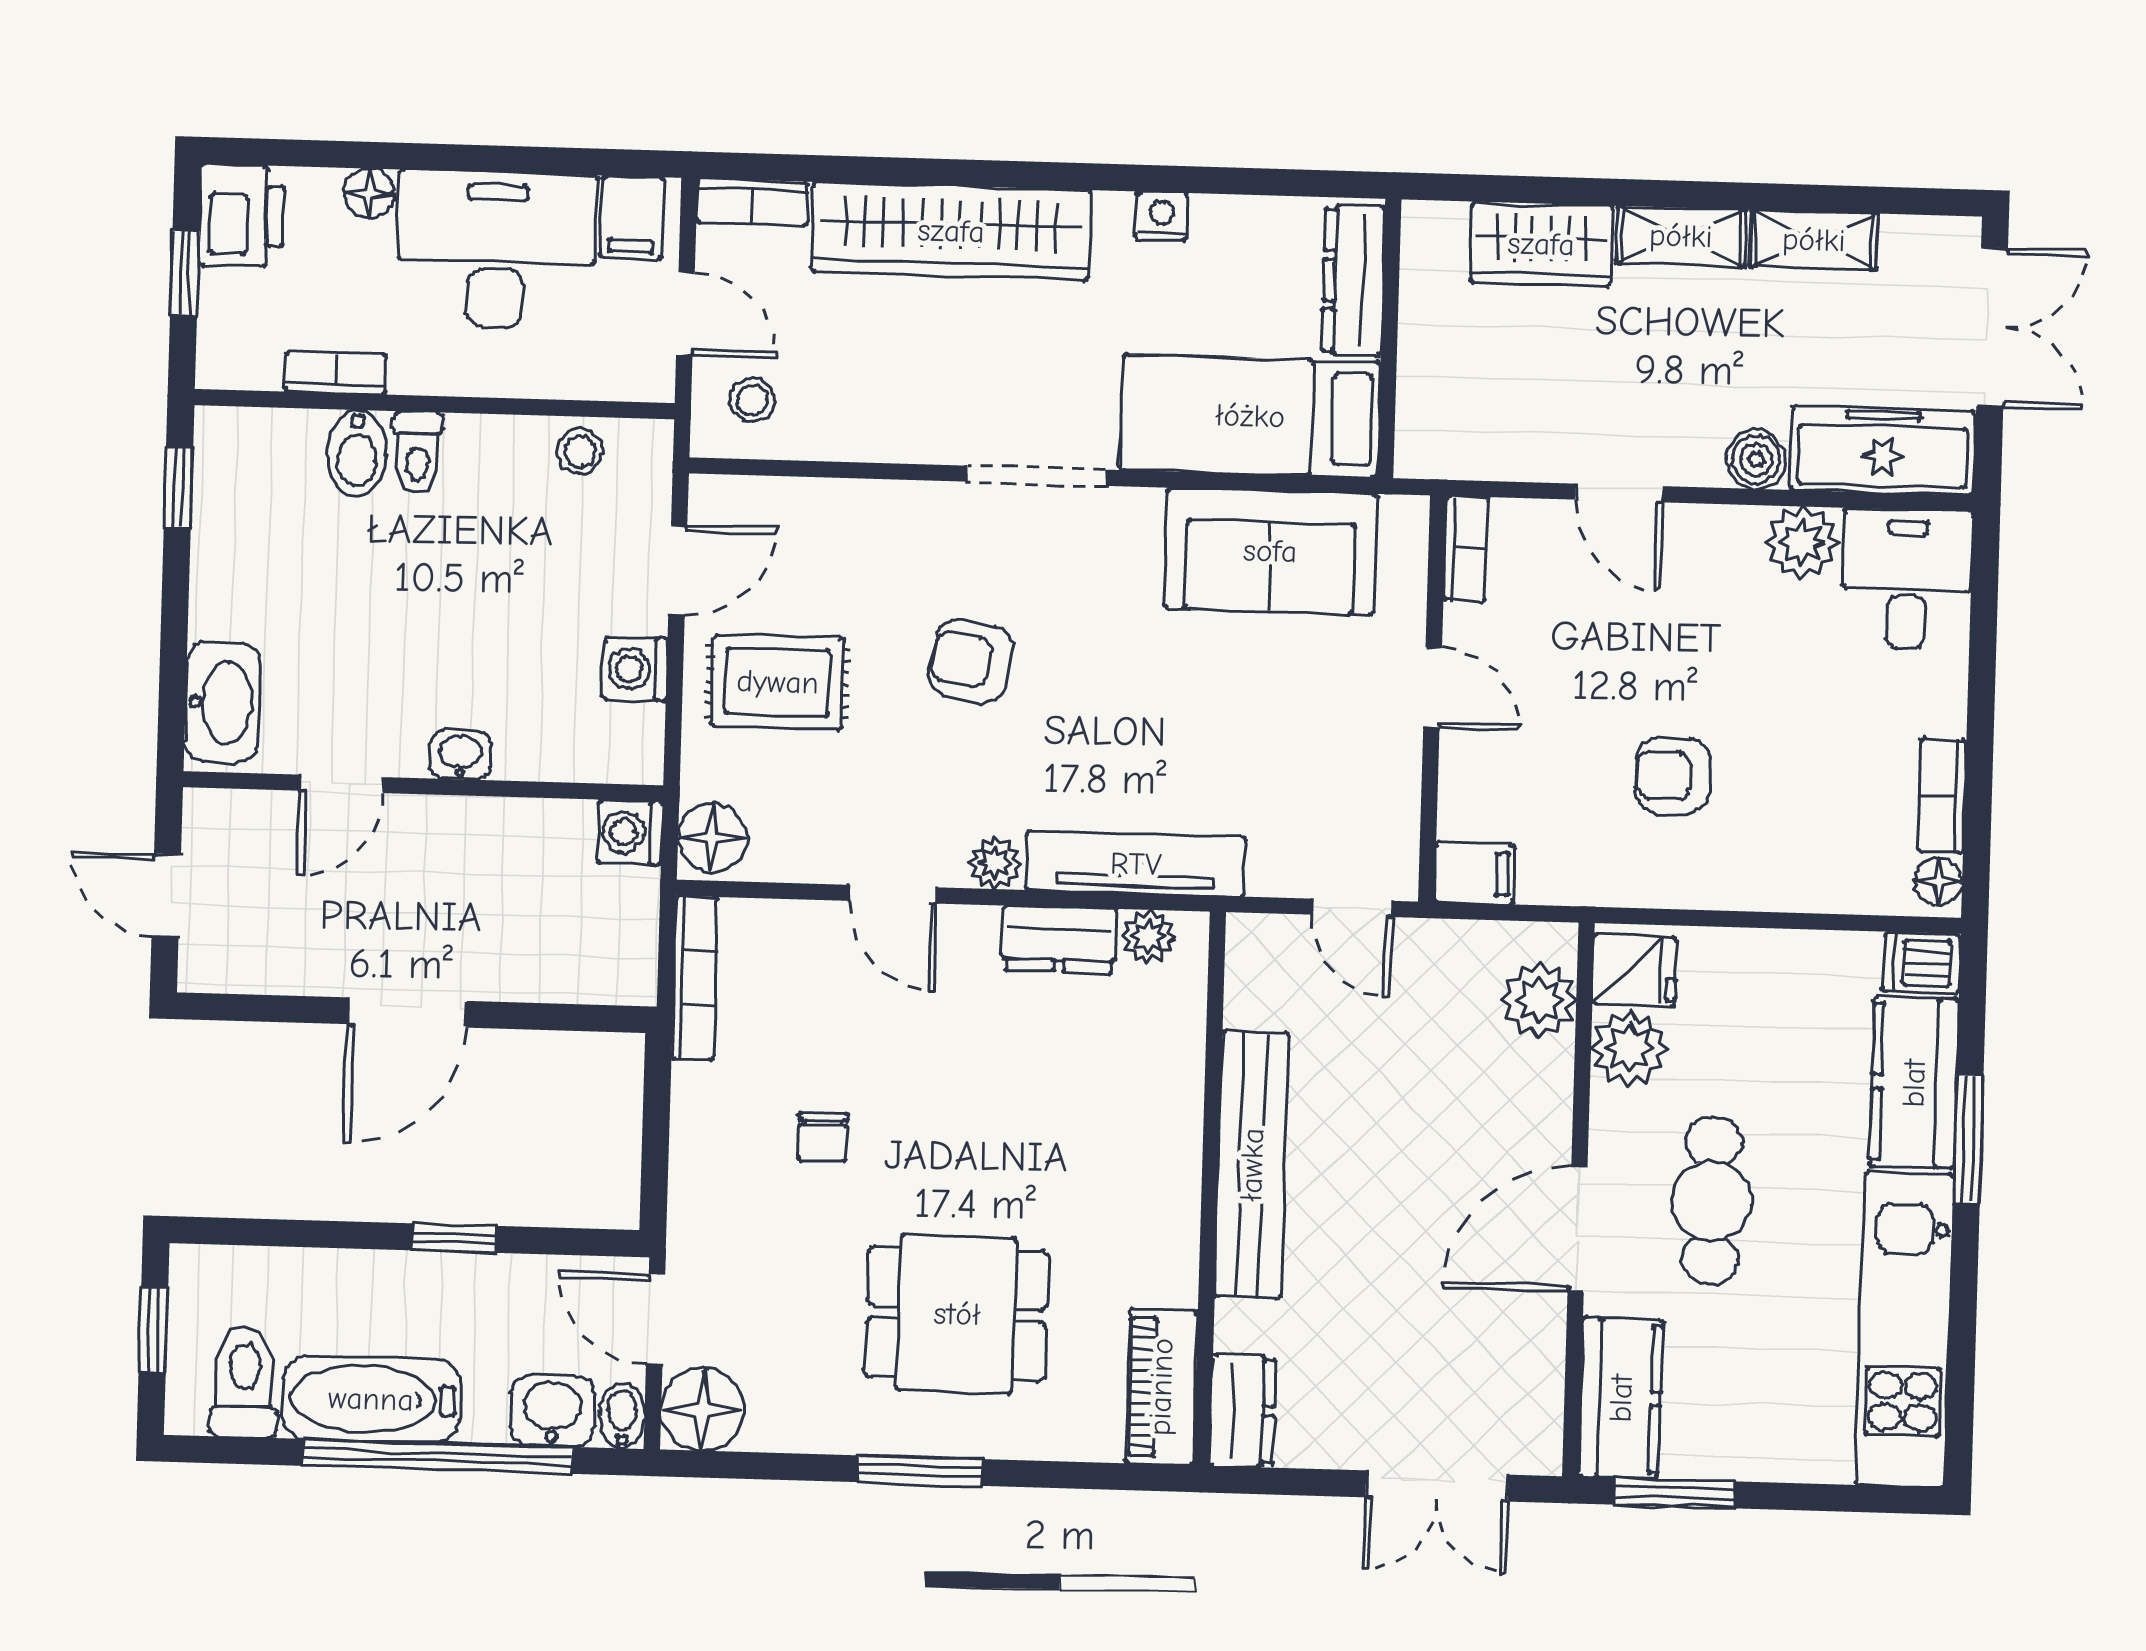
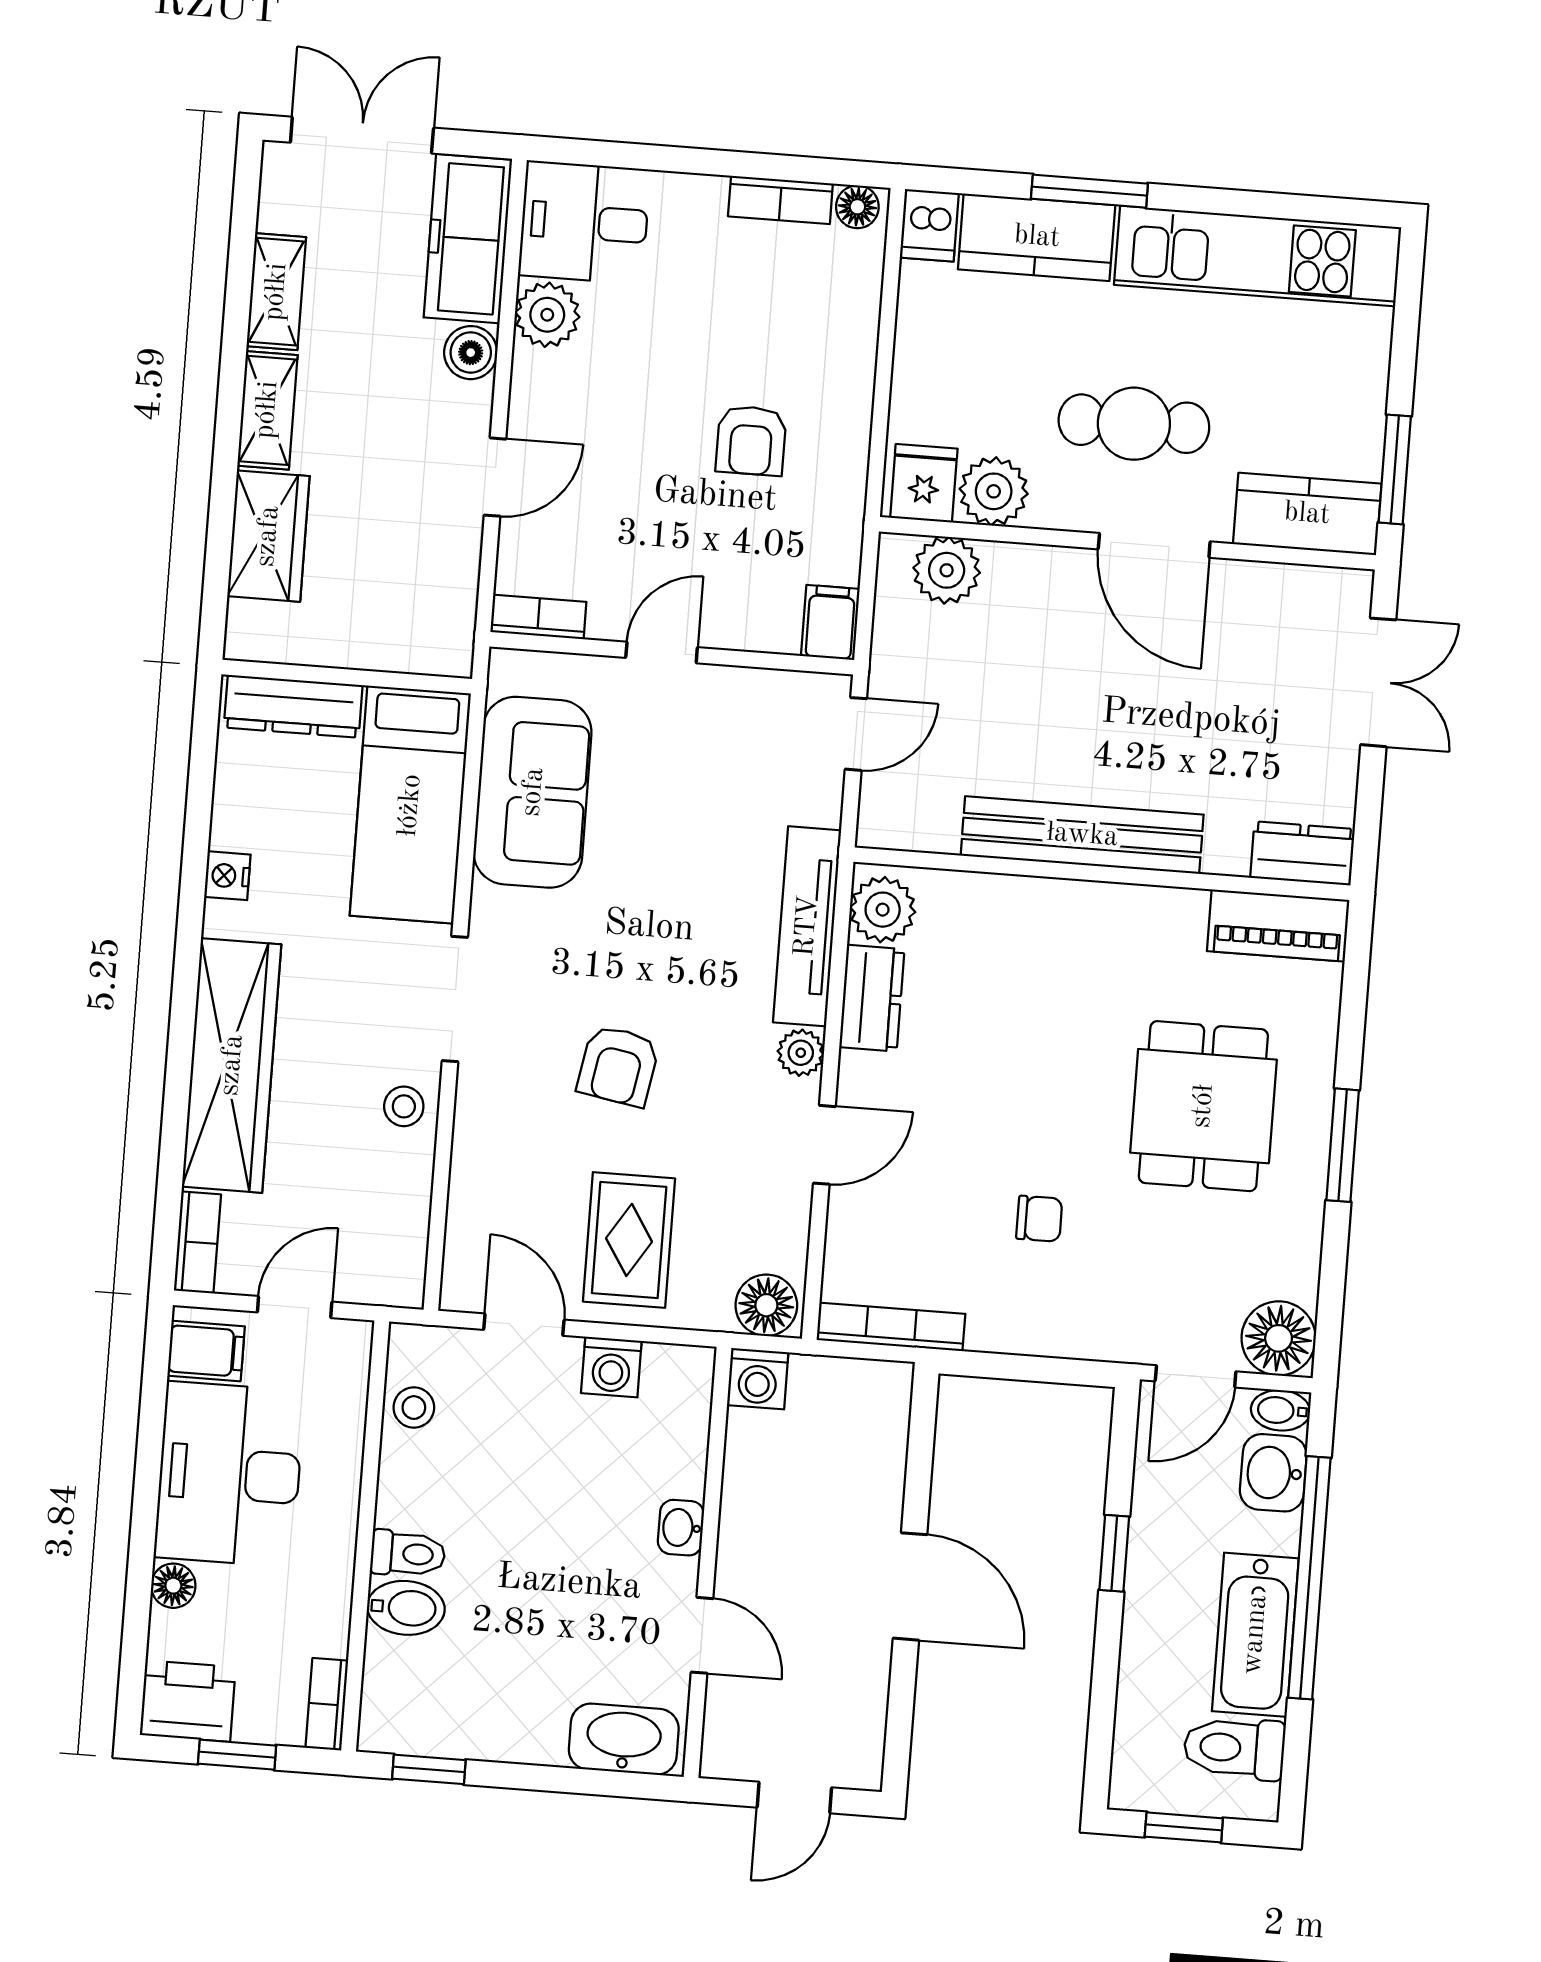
bookcase: (336, 373) -> (327, 1704), moved
stool: (752, 400) -> (404, 1106), moved
plant: (1149, 936) -> (883, 910), width x1.38, depth x1.38

